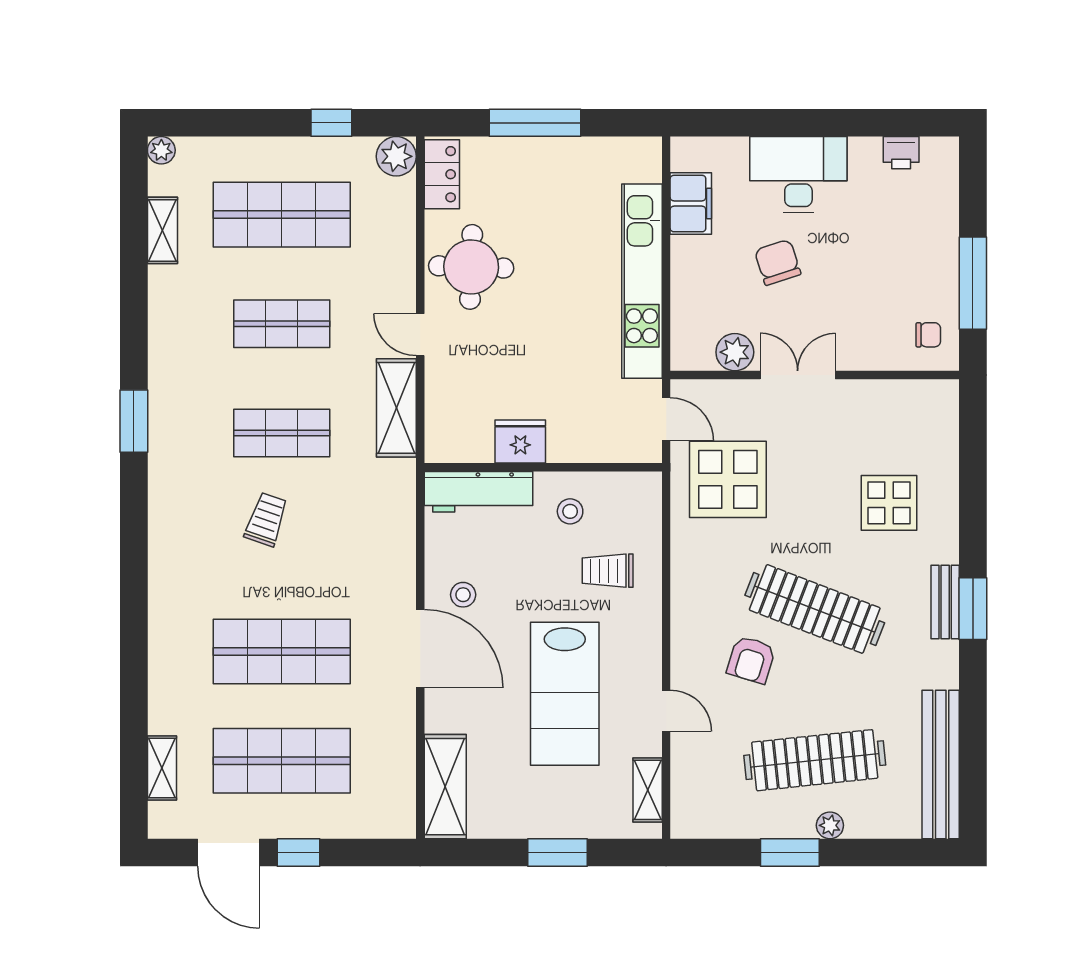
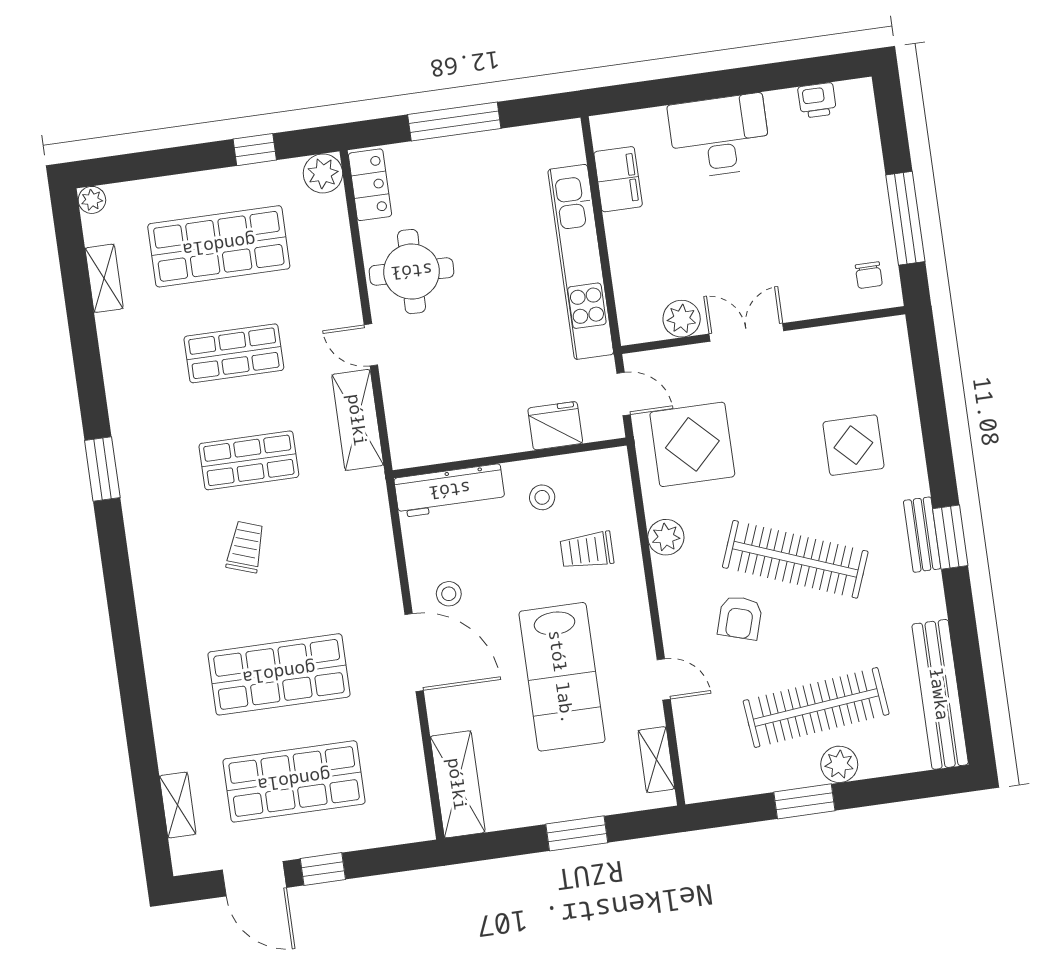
chair: (778, 262) -> (711, 225), removed
chair: (928, 335) -> (869, 275), turned 90
fridge: (520, 441) -> (555, 426), moved
plant: (688, 569) -> (666, 537), added
plant: (830, 825) -> (839, 764), width x1.38, depth x1.38

